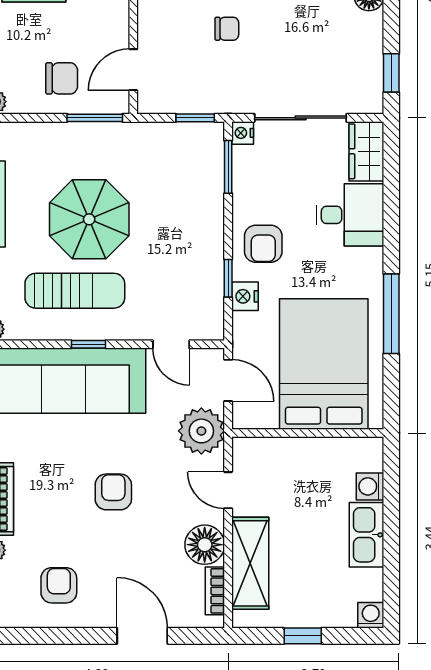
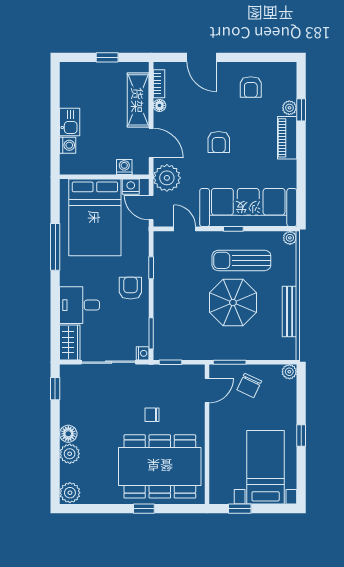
chair: (62, 78) -> (249, 385), turned -65
nightstand: (245, 296) -> (131, 187), moved, turned -90
door: (228, 490) -> (151, 143), width x1.38
kitchen sink: (367, 535) -> (70, 122), width x0.73
floor lamp: (205, 545) -> (159, 105), width x0.53, depth x0.53
washing machine: (371, 615) -> (124, 167), moved, turned 180

